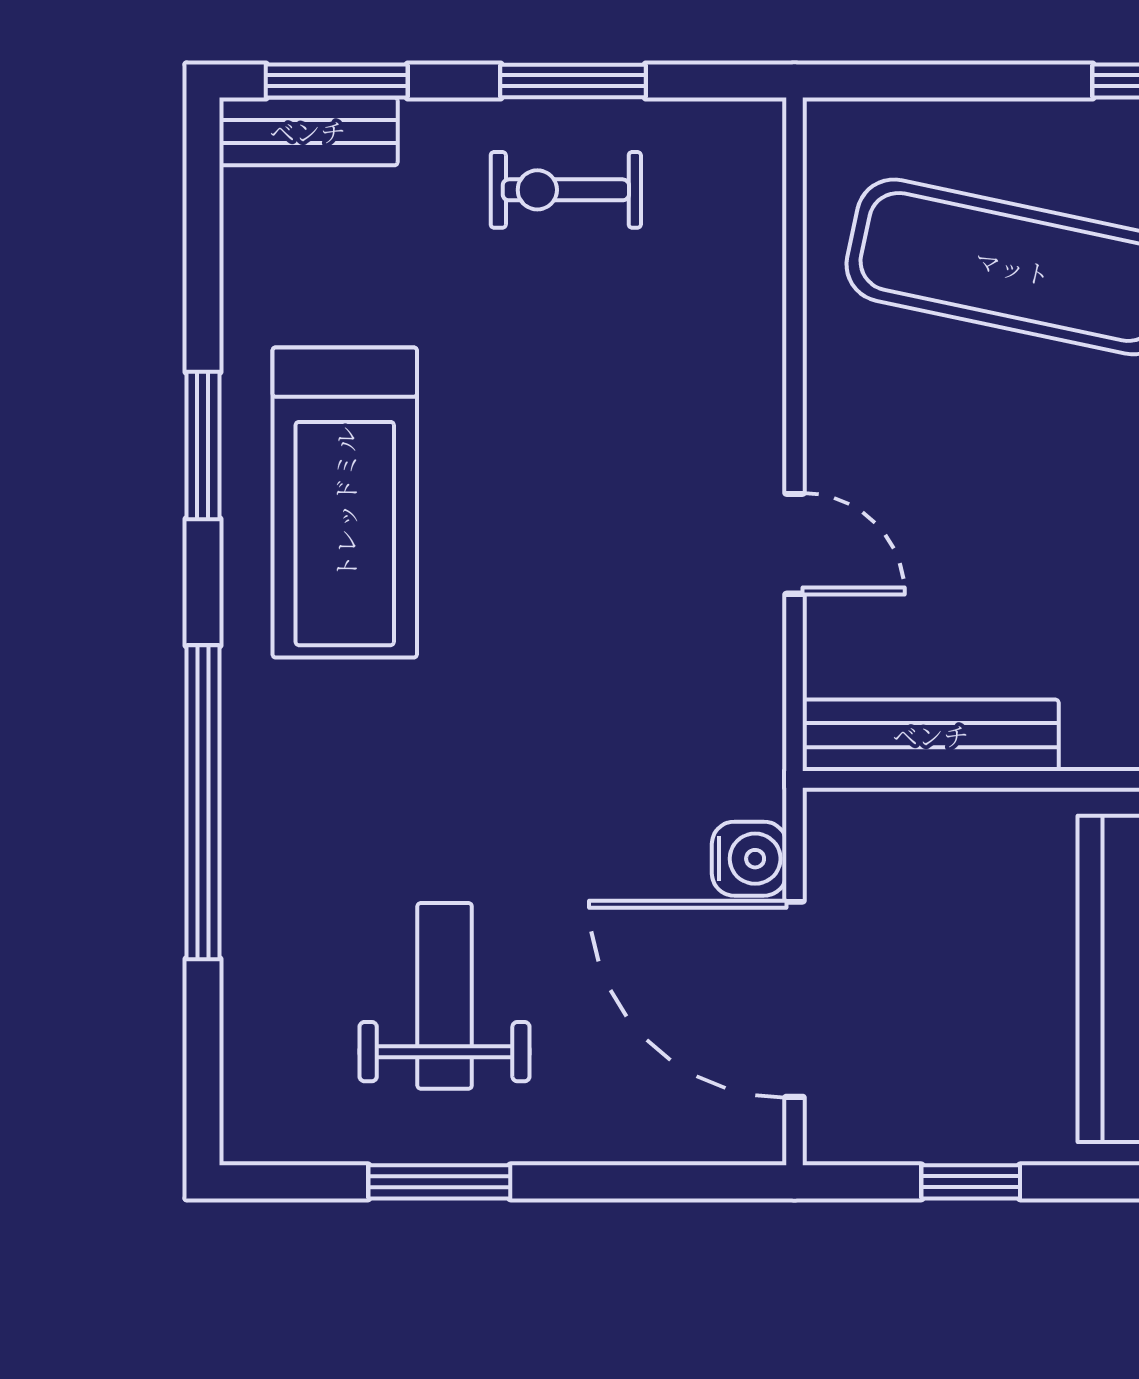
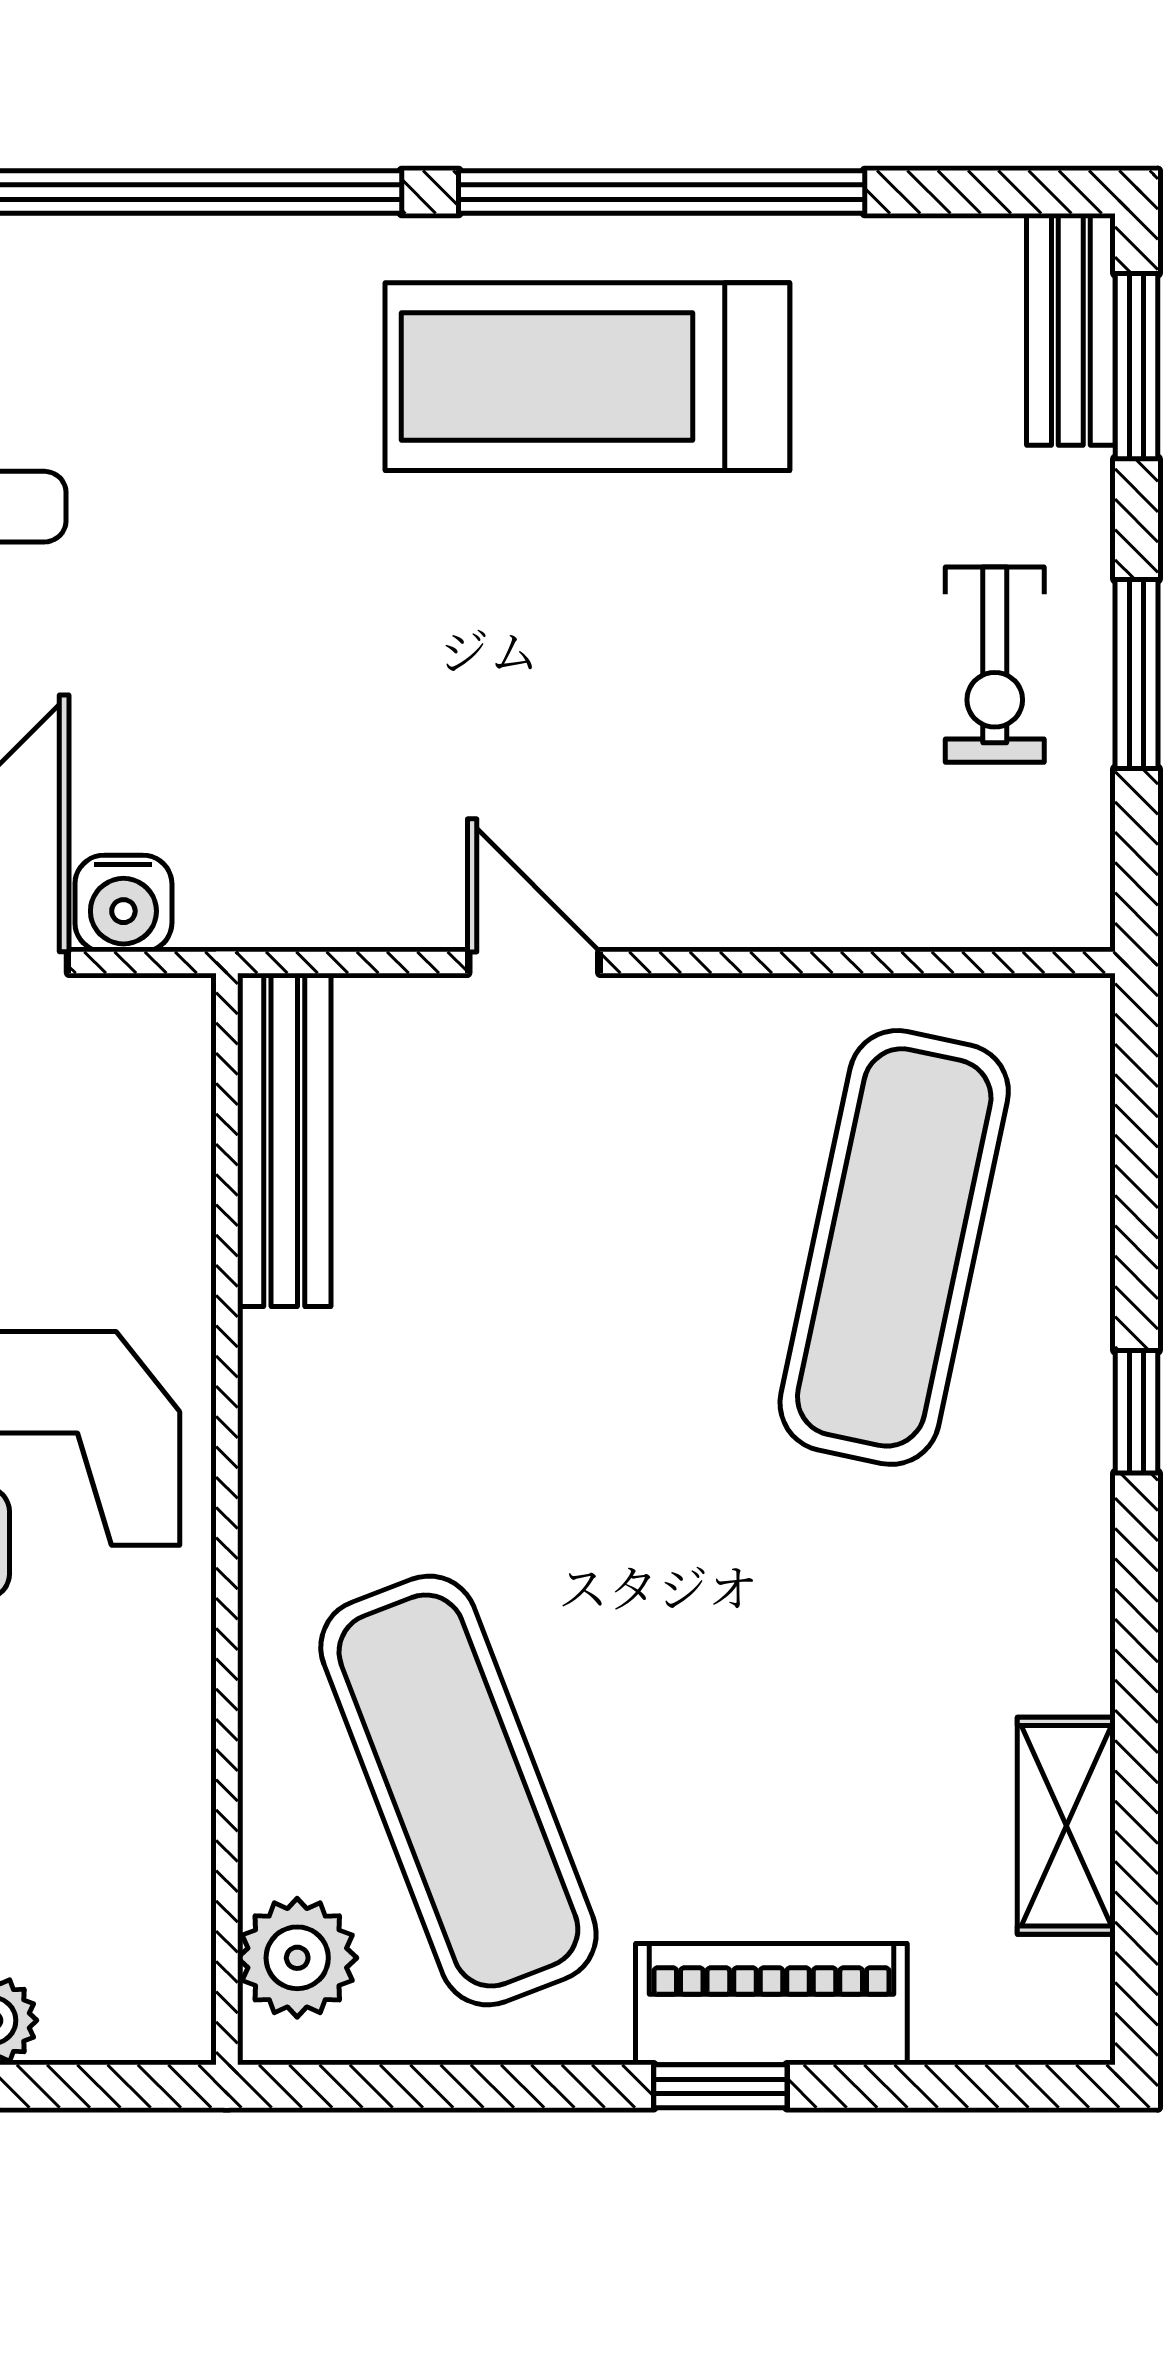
exercise bike: (566, 190) -> (995, 665), turned 180
window: (203, 446) -> (662, 192), width x2.11
door: (794, 544) -> (534, 962), swing flipped

